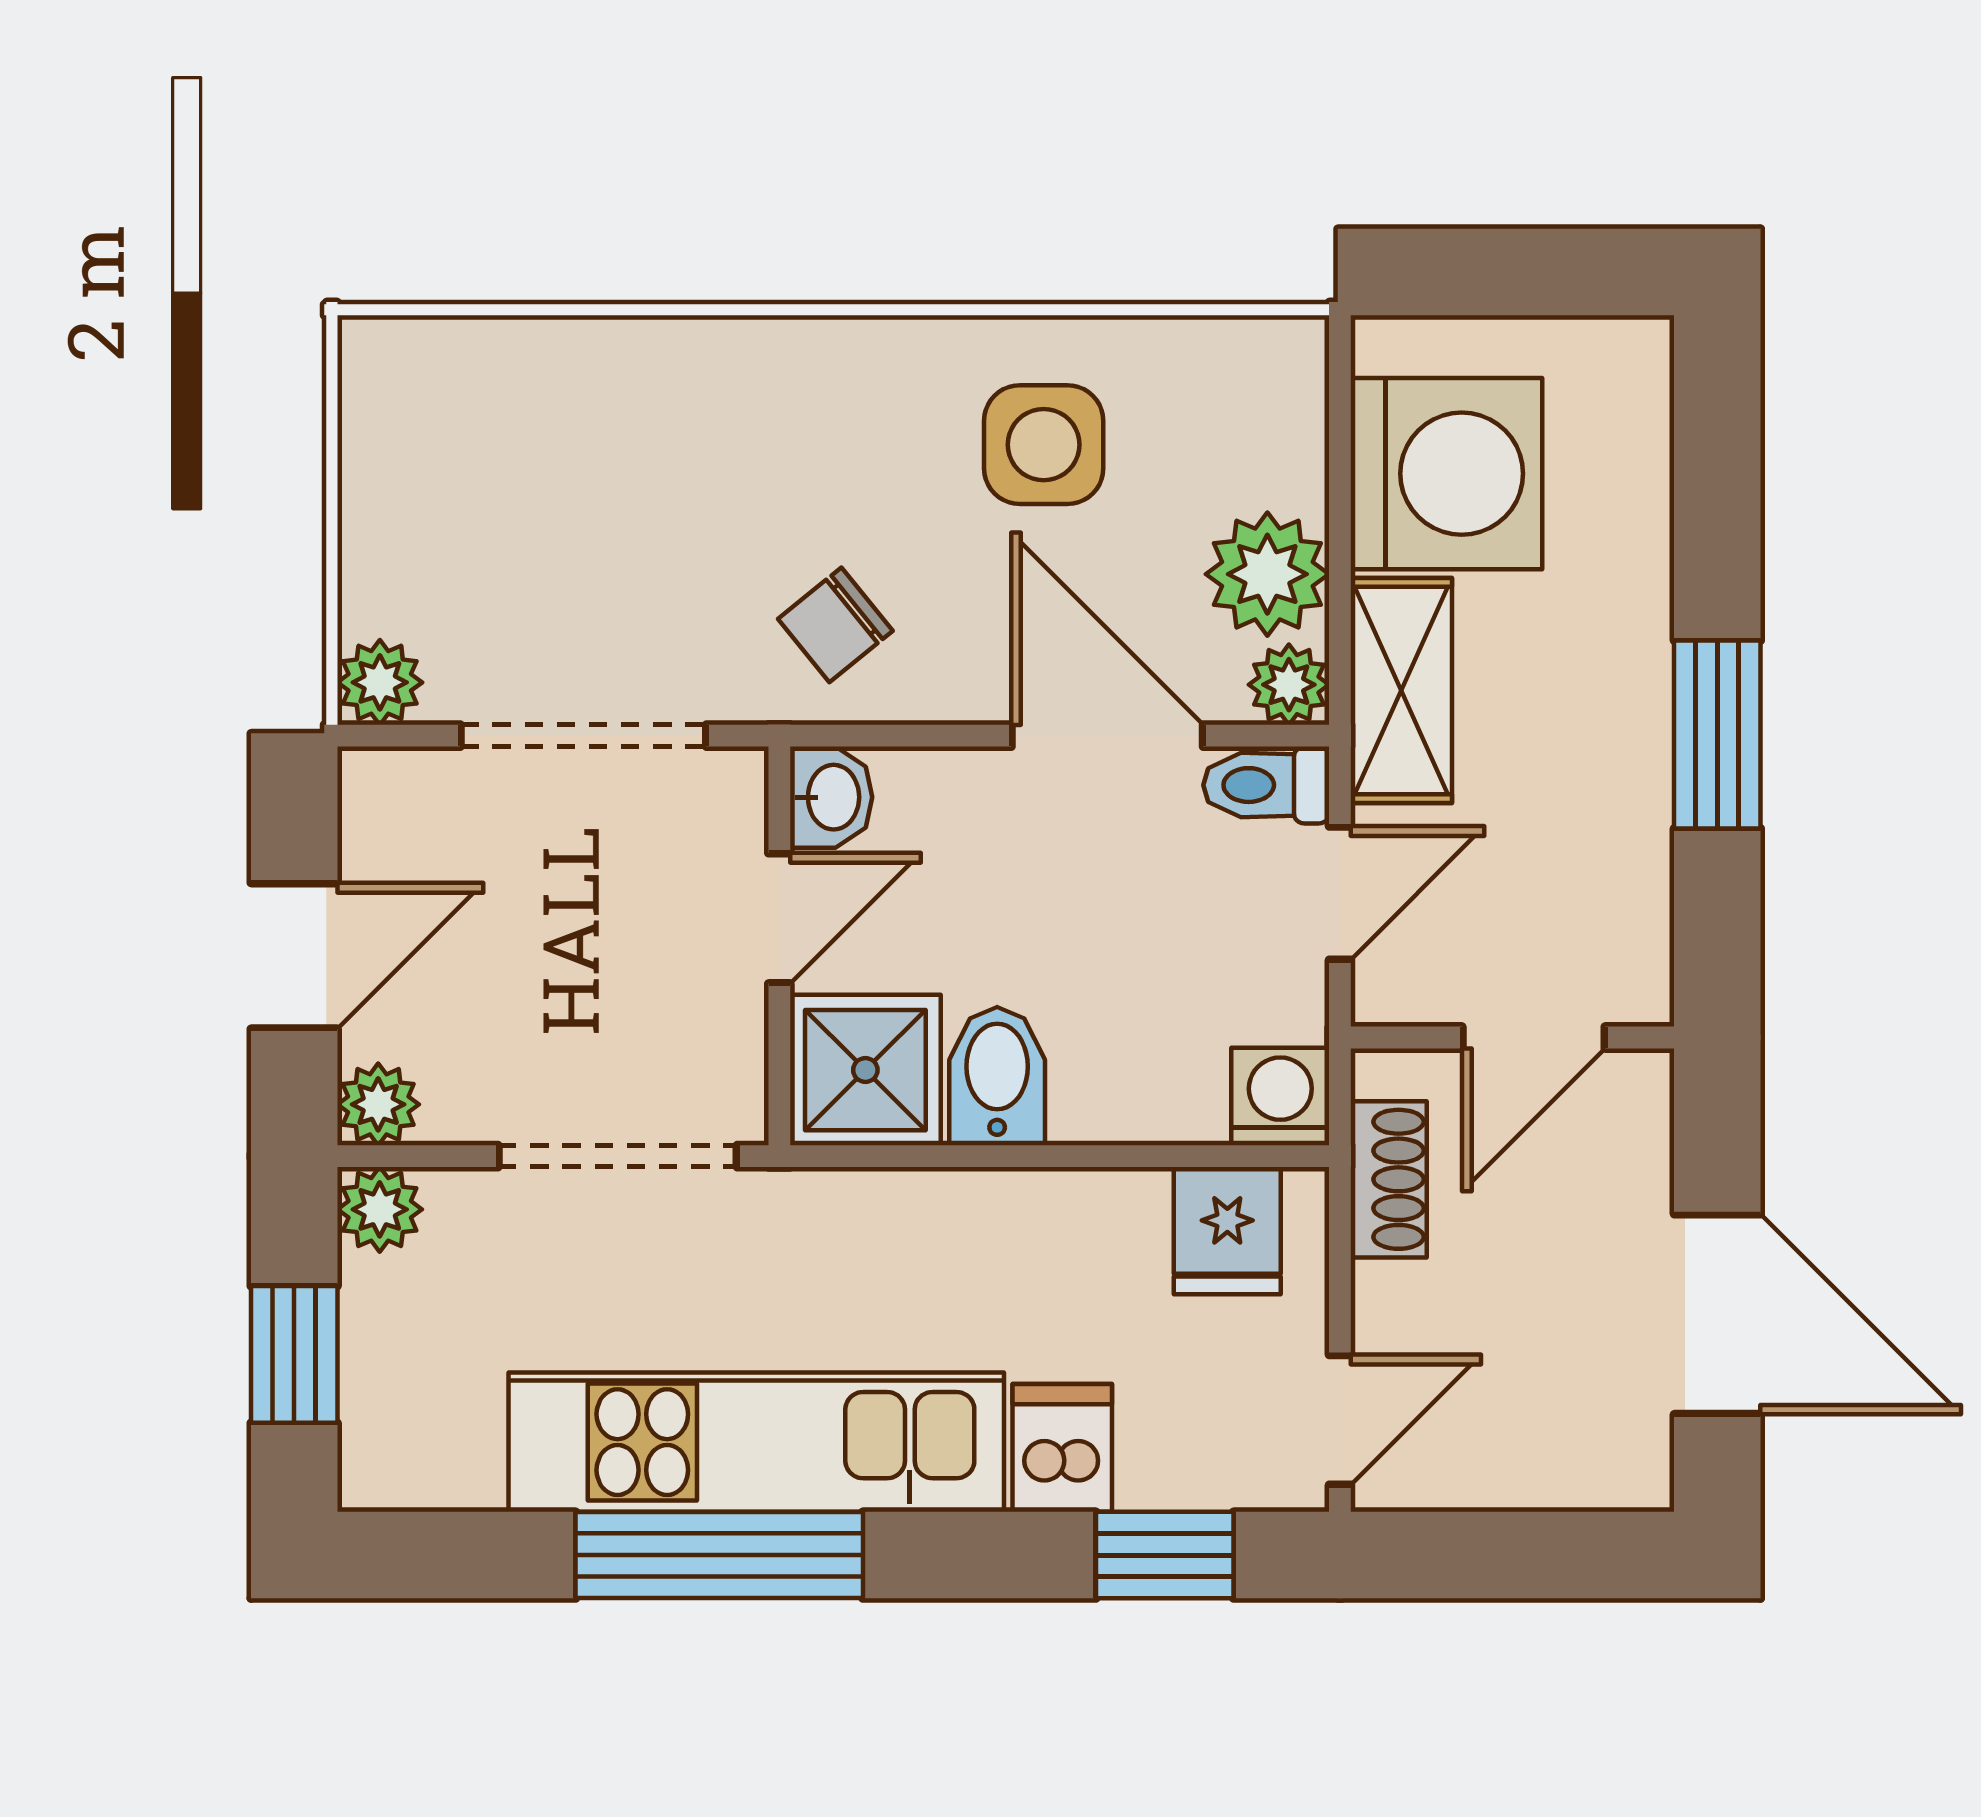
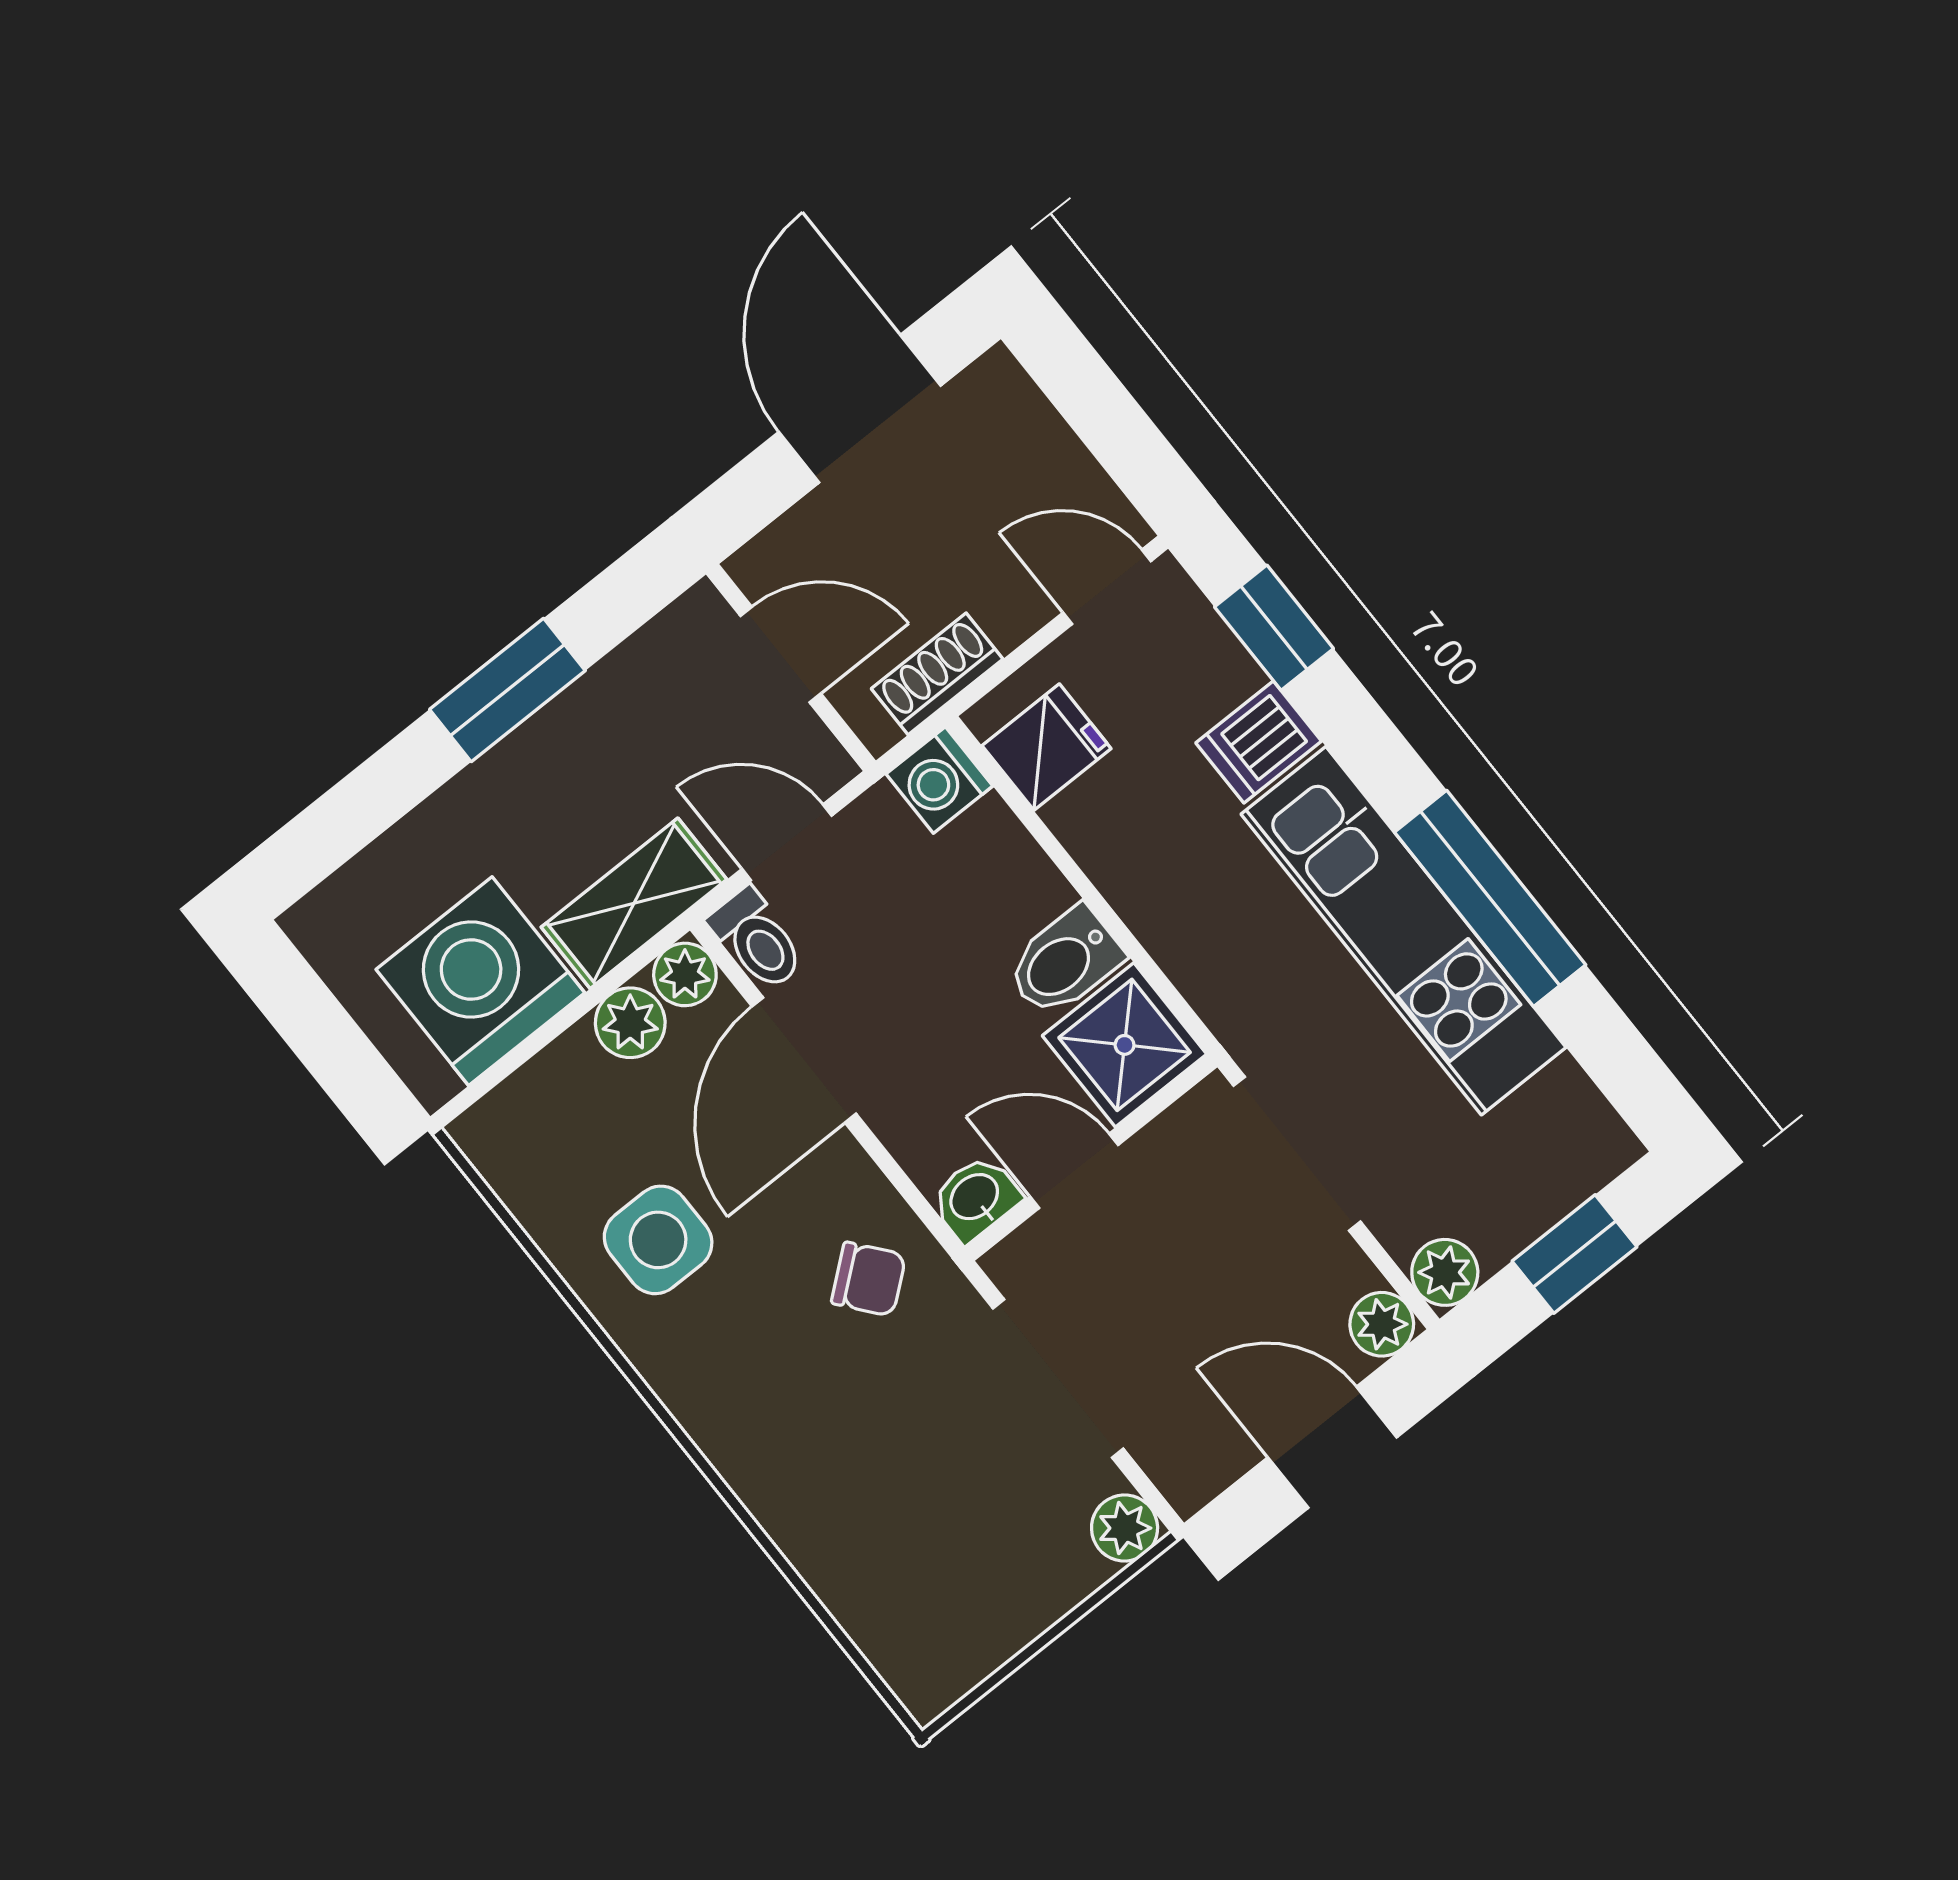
plant: (1267, 574) -> (630, 1023), width x0.73, depth x0.73

